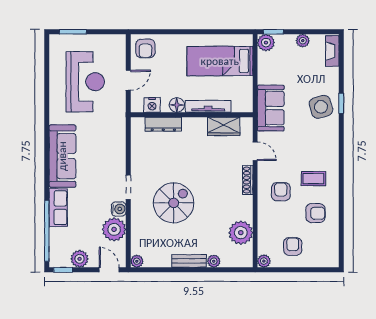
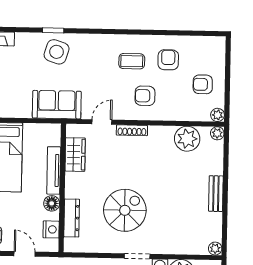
side table: (321, 107) -> (57, 52), turned 34
coffee table: (313, 179) -> (132, 61), turned 90
spiral stairs: (174, 203) -> (125, 210), moved, turned 90
plant: (214, 261) -> (217, 133), moved

